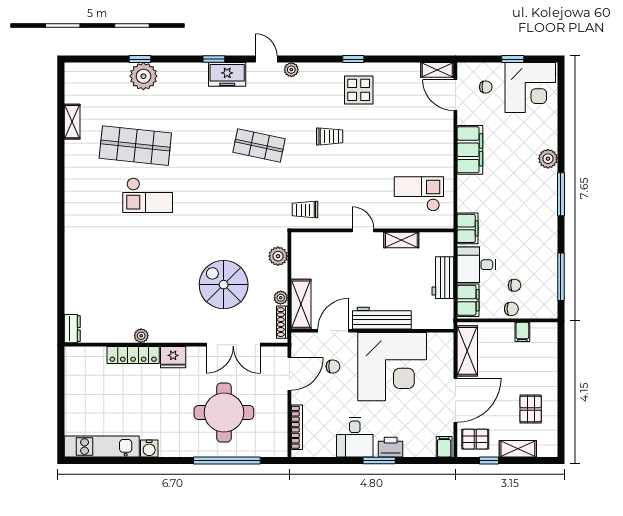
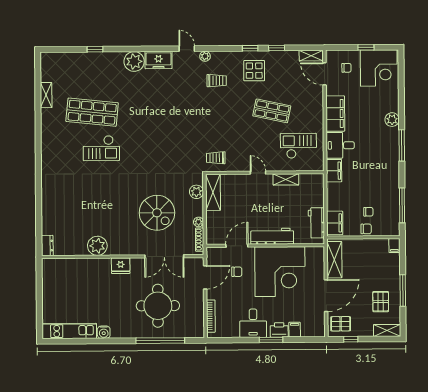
window: (214, 59) -> (277, 48), moved
plant: (143, 76) -> (134, 62), moved
trolley: (330, 136) -> (217, 81), moved
shop shelf: (259, 146) -> (272, 111), moved
desk: (476, 265) -> (340, 145), moved
workbench: (443, 278) -> (316, 223), moved
spiral stairs: (224, 285) -> (157, 213), turned 180
shelving: (301, 304) -> (213, 192), moved
filing cabinet: (522, 332) -> (394, 245), moved
plant: (141, 336) -> (97, 246), width x1.87, depth x1.87
locker: (133, 355) -> (92, 264), removed
window: (561, 394) -> (403, 291), added
filing cabinet: (444, 447) -> (295, 330), moved
shelving: (518, 449) -> (387, 330), moved

